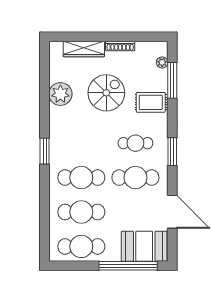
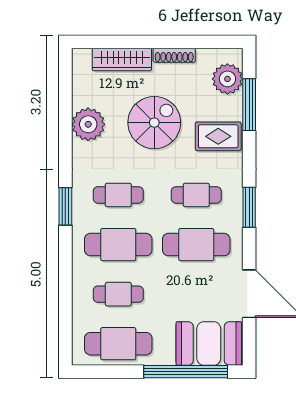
plant: (162, 62) -> (227, 79), width x1.88, depth x1.88
cafe table: (81, 143) -> (118, 195), added
cafe table: (81, 212) -> (118, 294), width x0.73, depth x0.74

